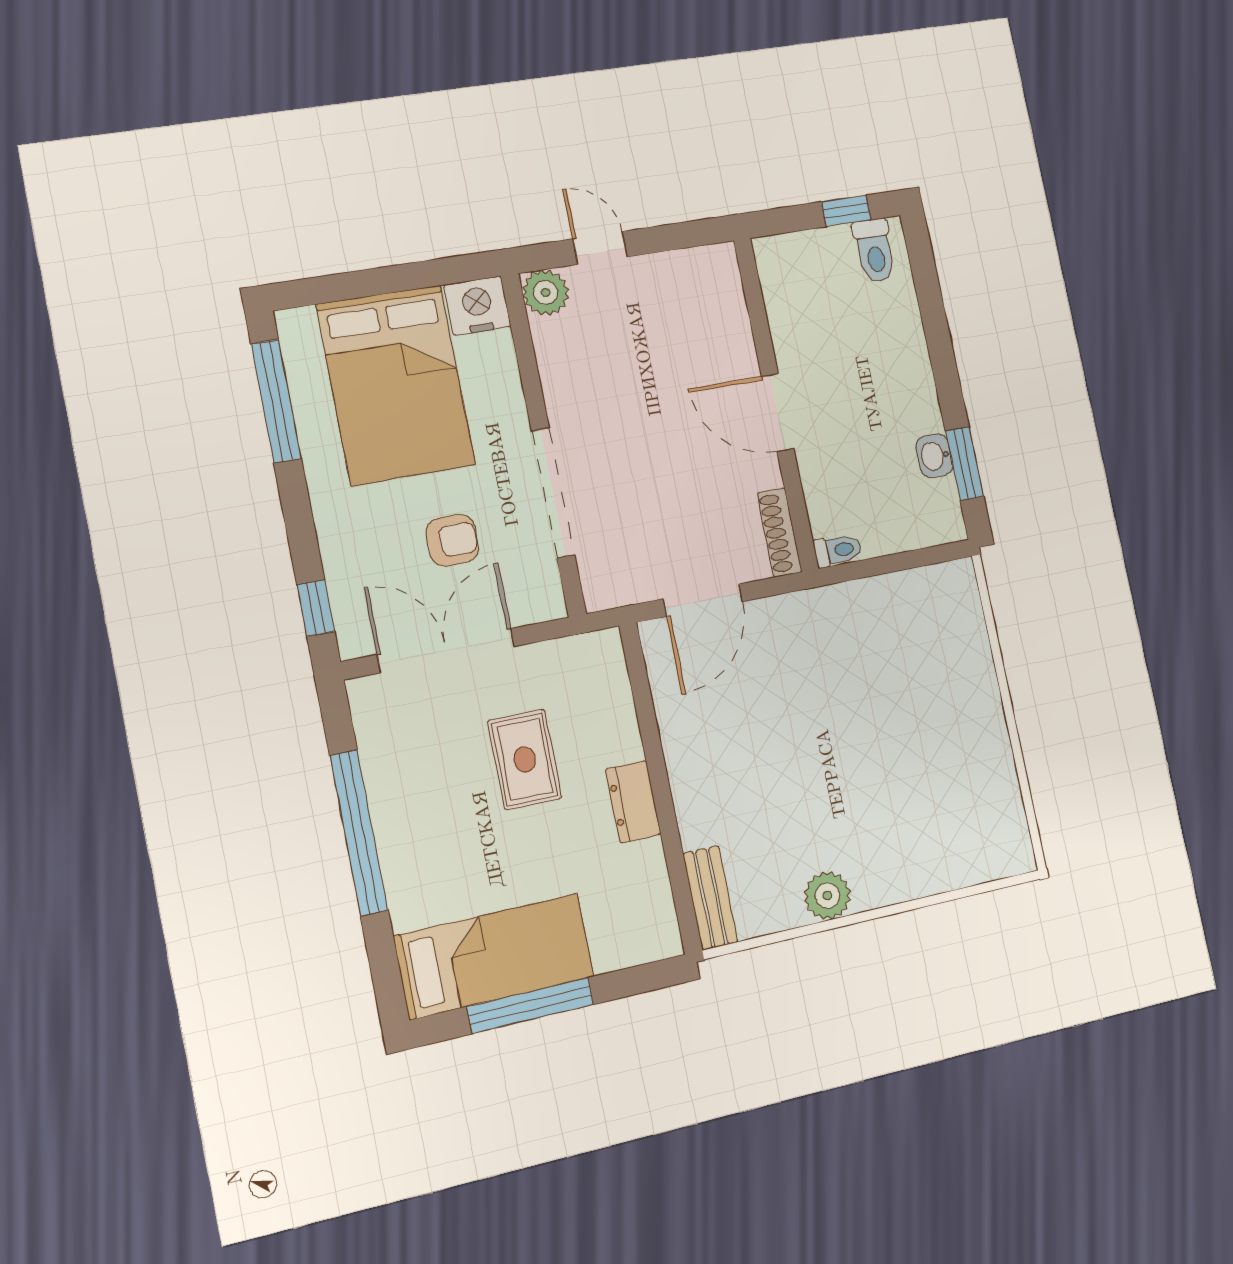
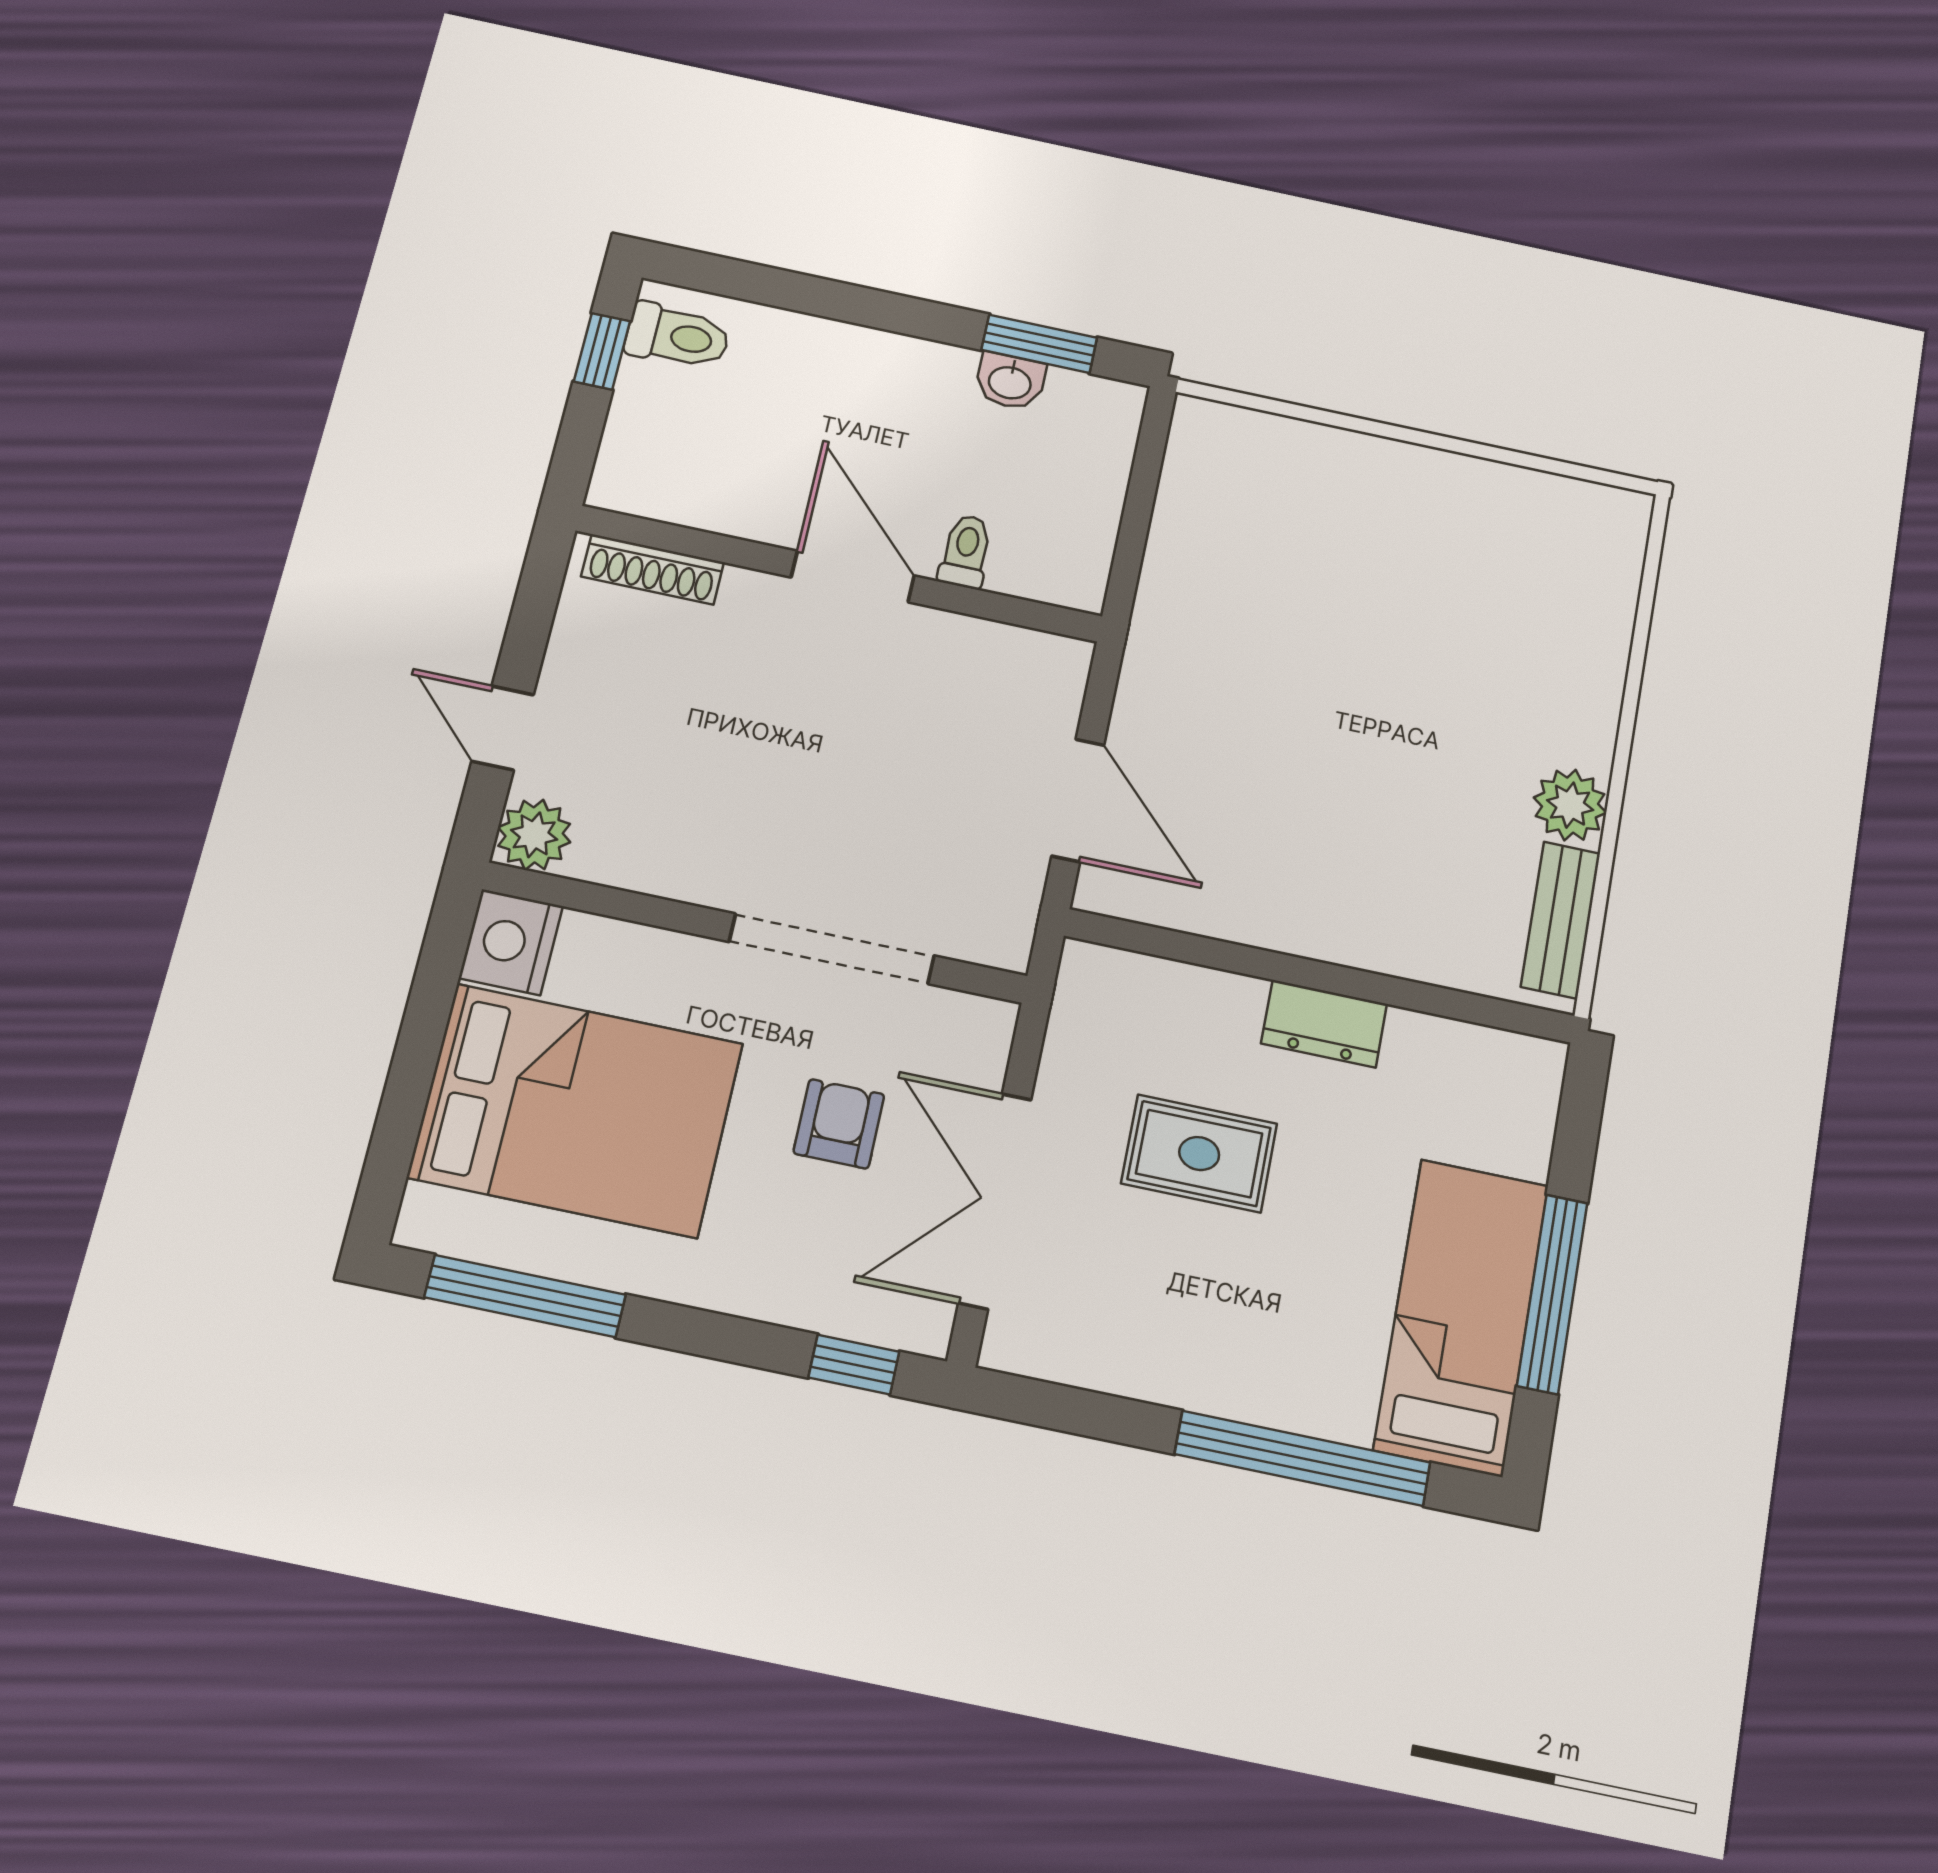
door: (600, 248) -> (503, 728), hinge flipped
door: (778, 412) -> (853, 576), swing flipped
shoe rack: (780, 533) -> (653, 569), moved
toilet: (838, 550) -> (966, 551), moved
window: (359, 833) -> (1303, 1458), moved
bench: (710, 898) -> (1561, 920), moved, turned 90

